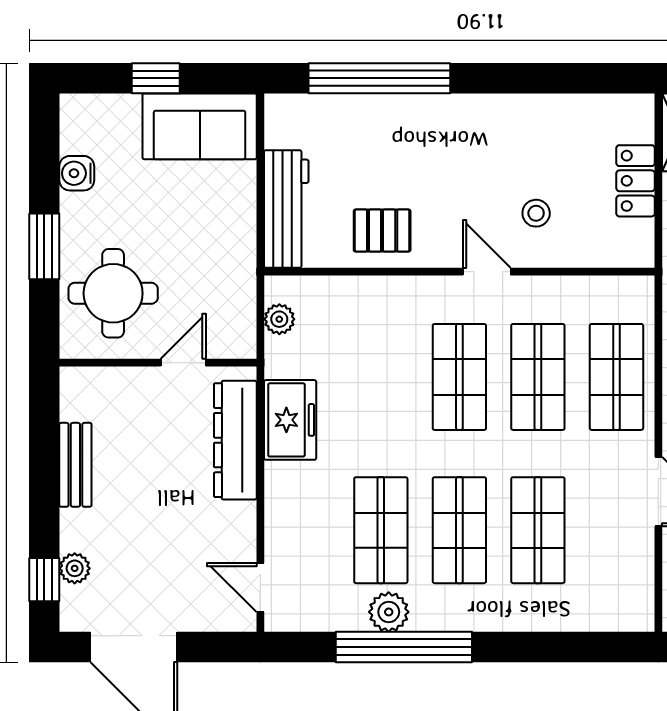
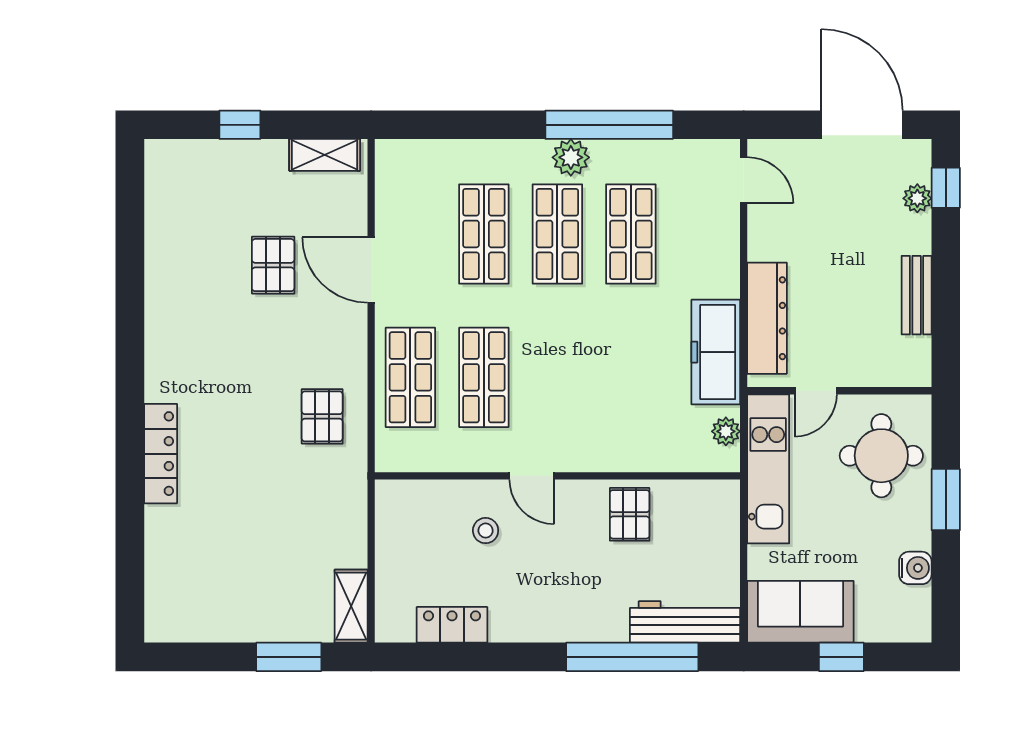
locker: (636, 181) -> (452, 625), moved, turned -90
workbench: (286, 209) -> (685, 622), moved, turned 90
pallet: (382, 231) -> (630, 514), turned 90
kitchen unit: (234, 279) -> (768, 469), added
shop shelf: (459, 377) -> (557, 377), removed
freezer: (290, 420) -> (716, 352), width x1.40
plant: (389, 612) -> (571, 157), moved

